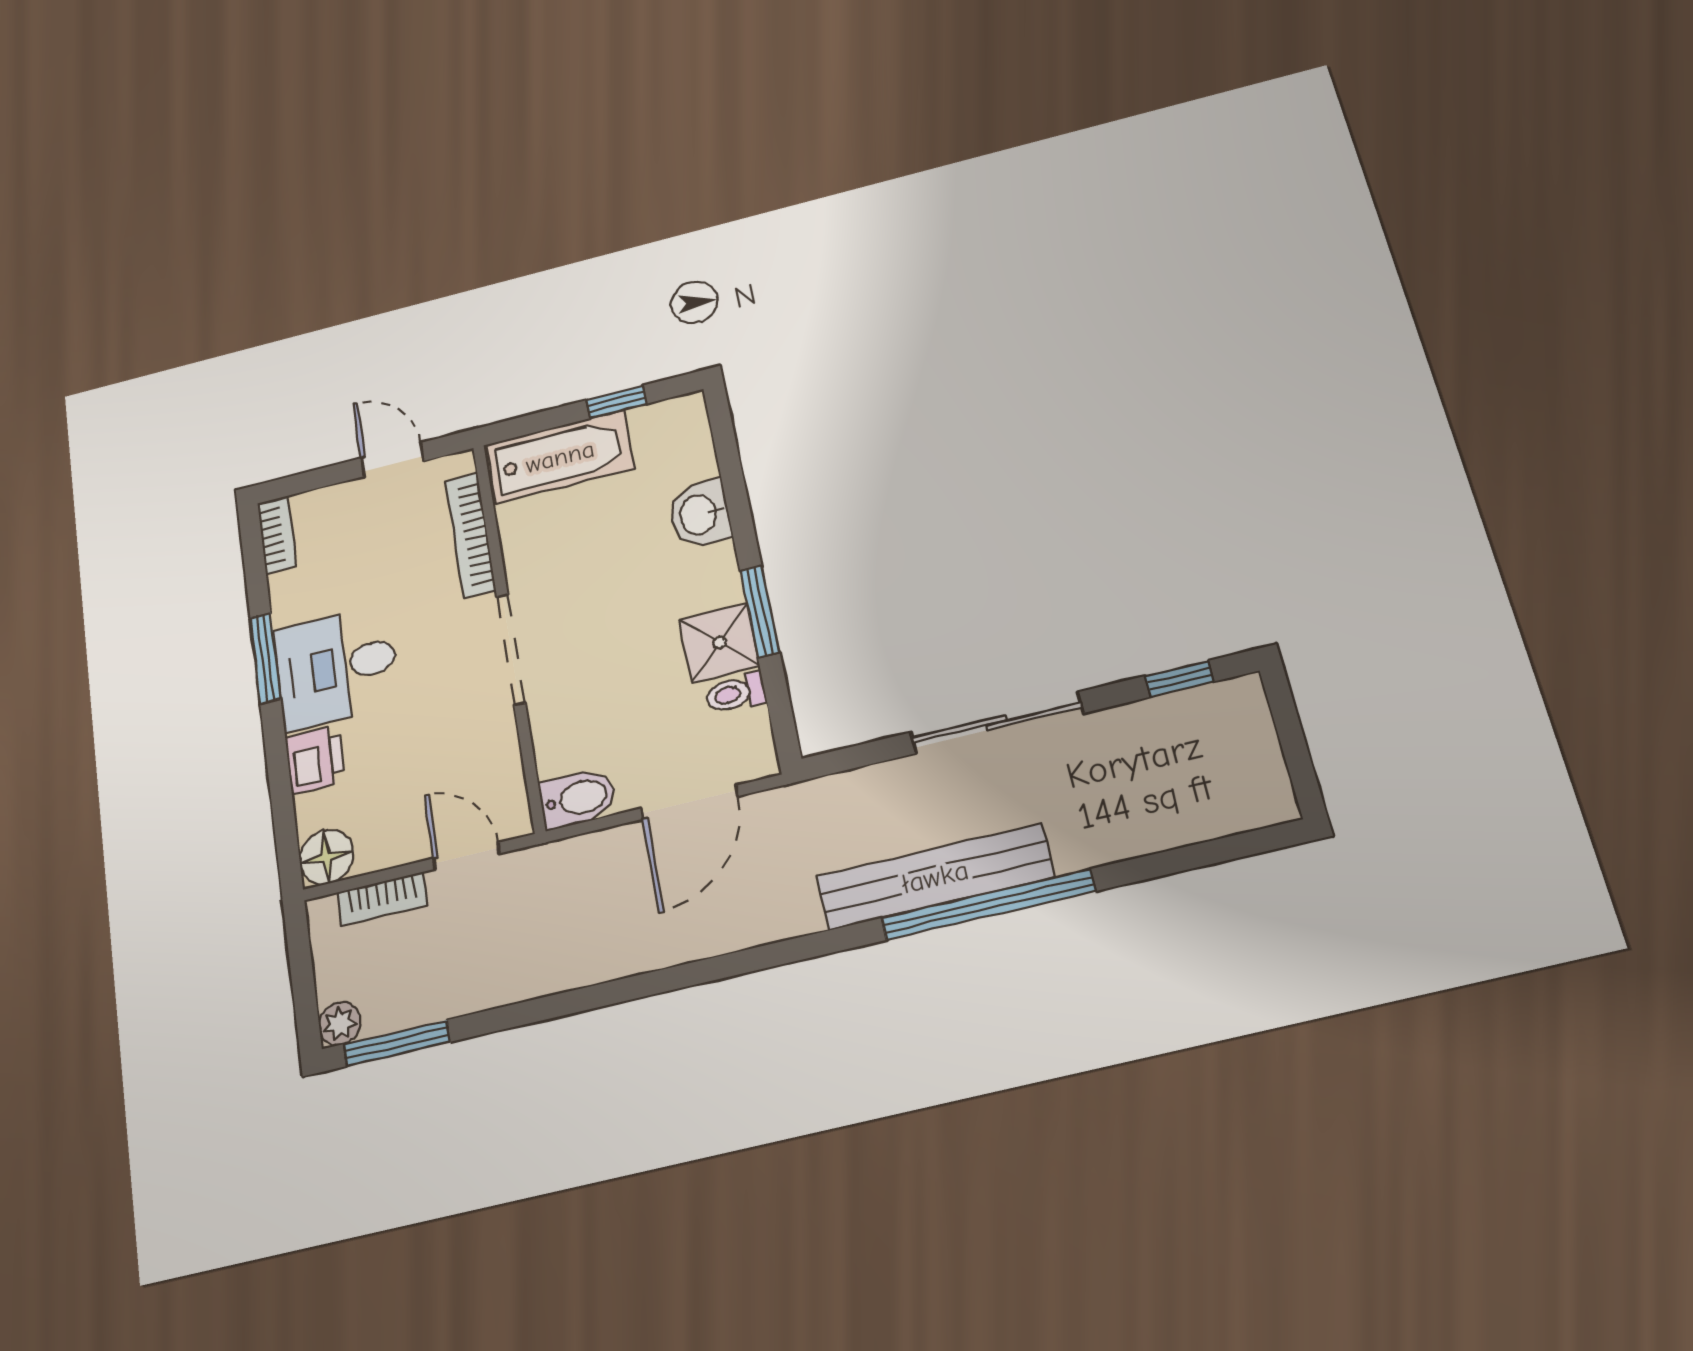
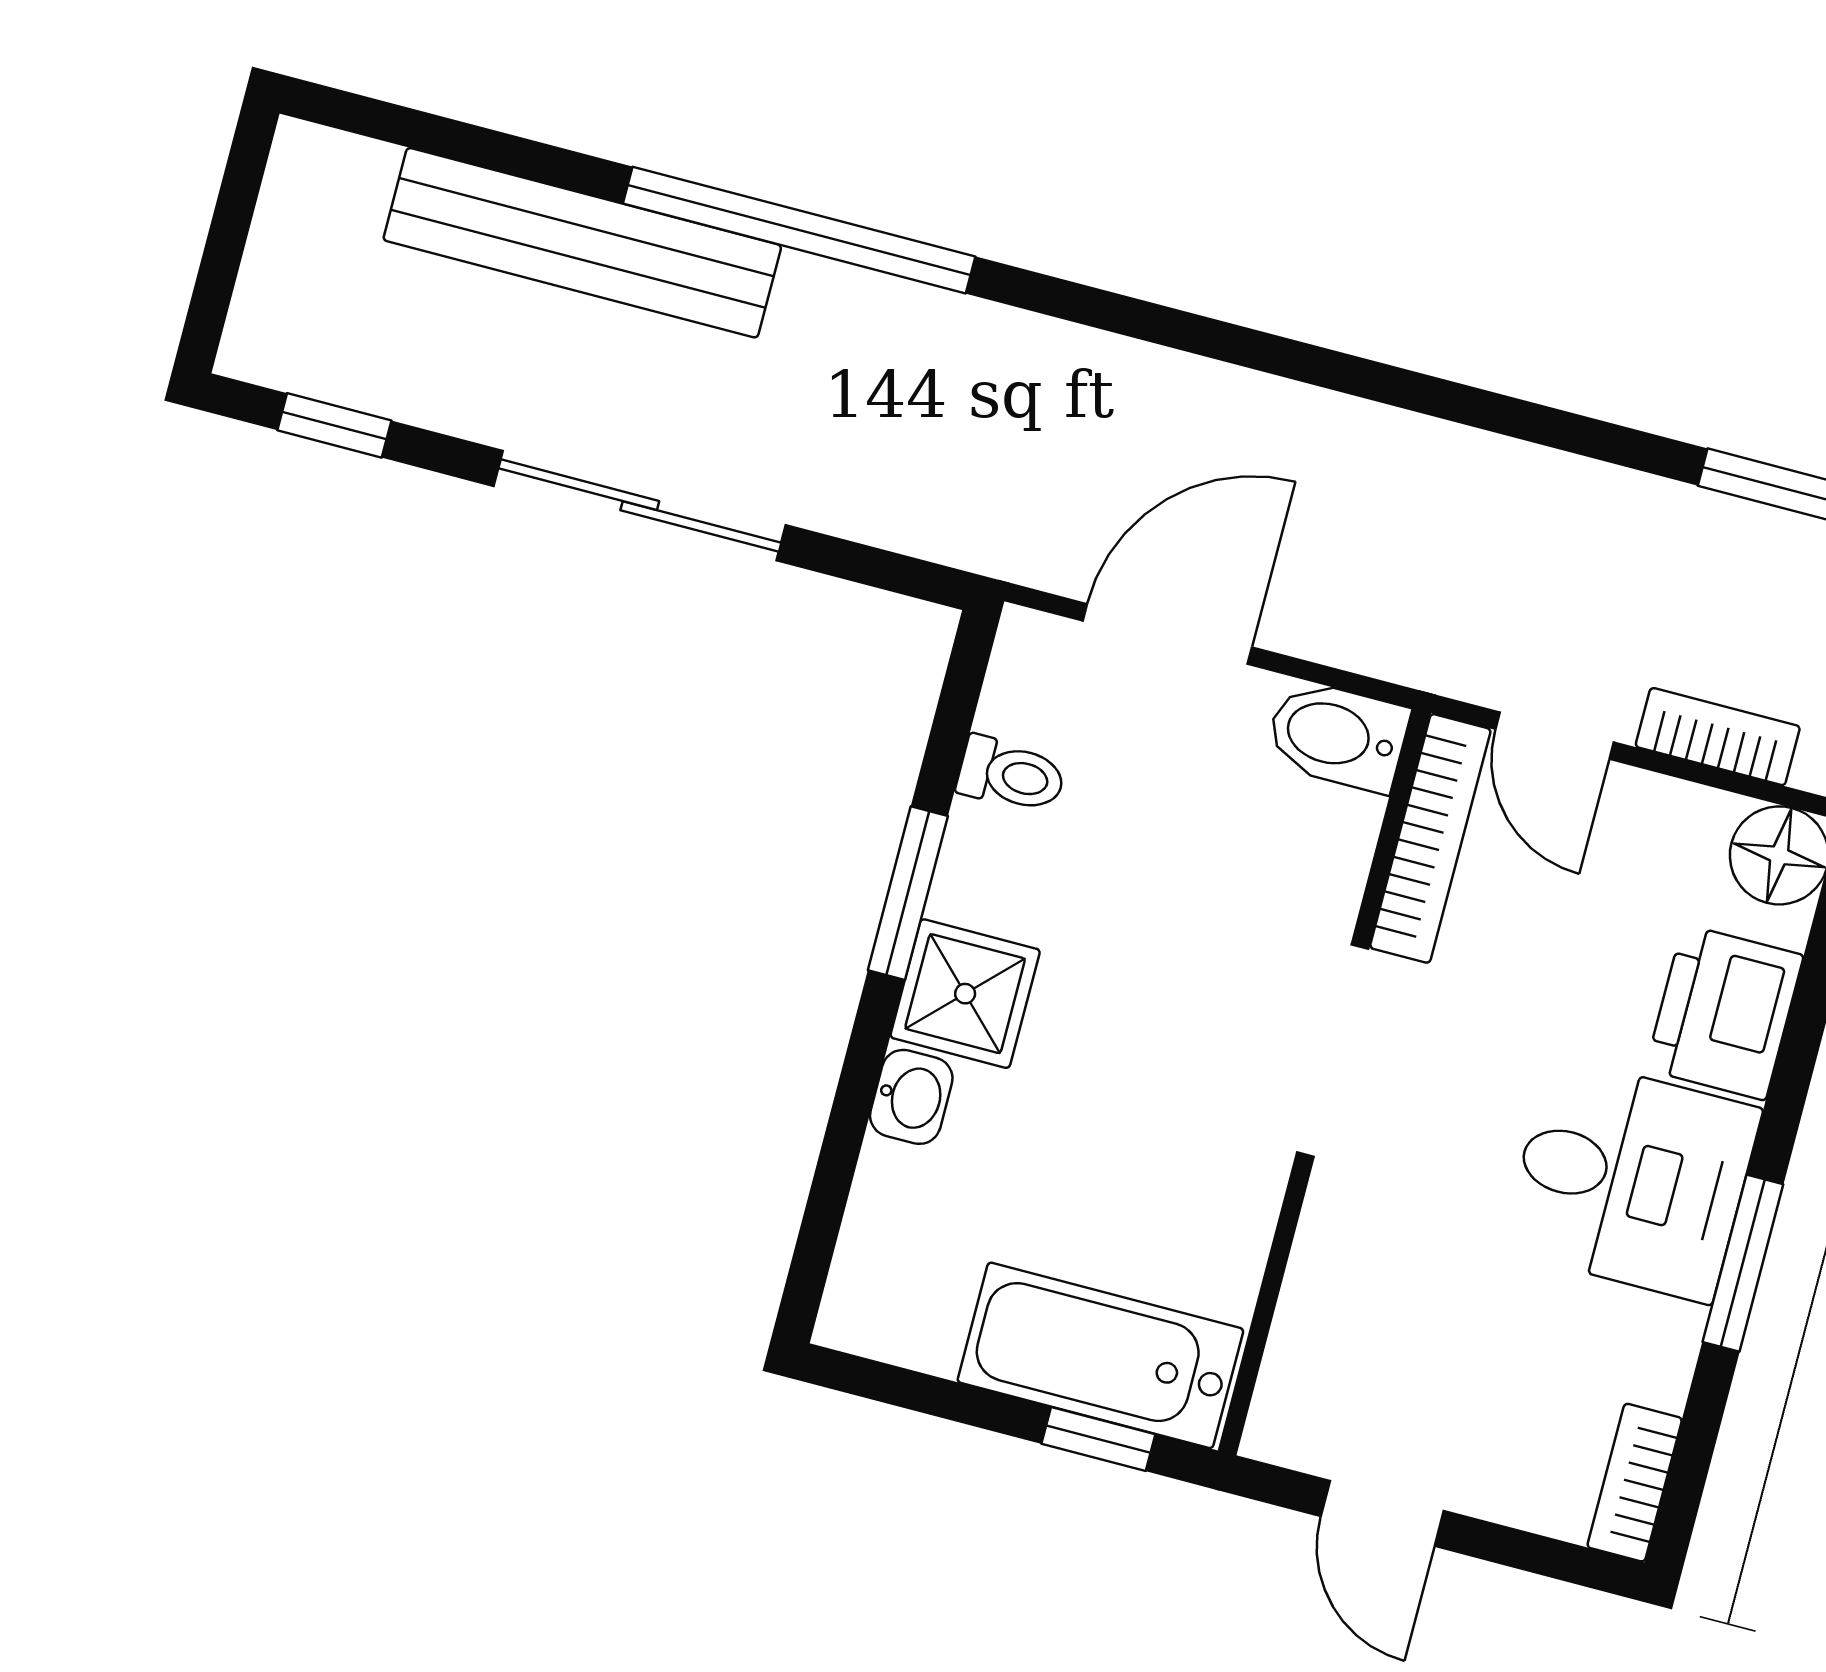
window: (617, 402) -> (1098, 1439), moved
washbasin: (700, 514) -> (911, 1097), width x0.72, depth x0.69
bookcase: (470, 535) -> (1430, 838), moved
shower: (719, 643) -> (965, 994), moved
printer: (315, 759) -> (1724, 1012), width x1.36, depth x1.24
bench: (935, 877) -> (582, 243), moved

